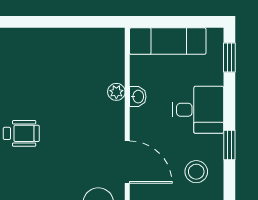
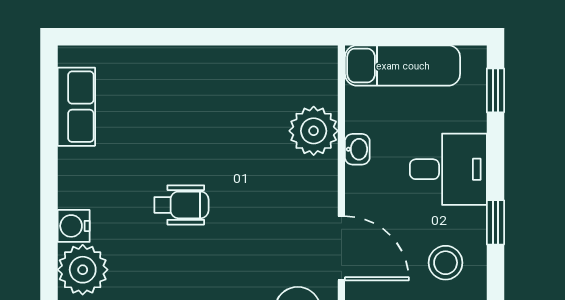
plant: (116, 92) -> (314, 131), width x1.87, depth x1.87

